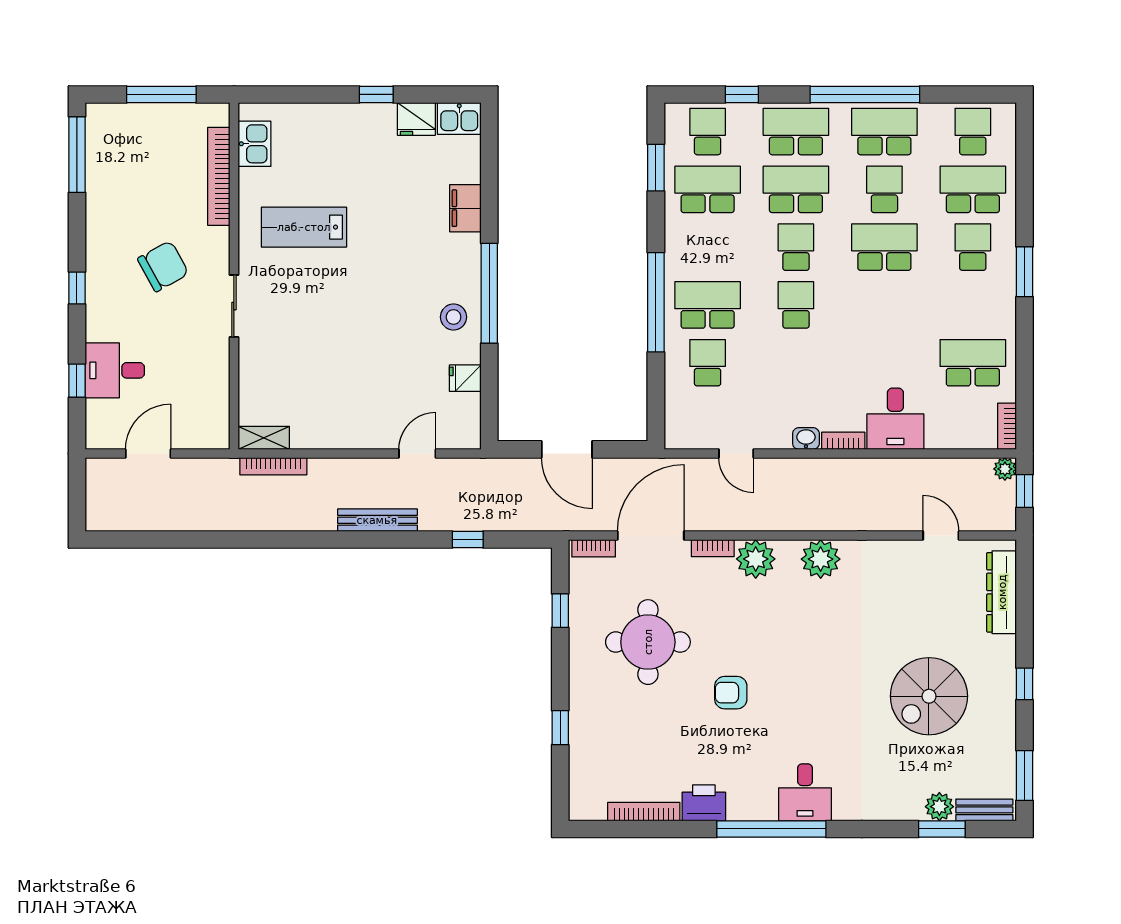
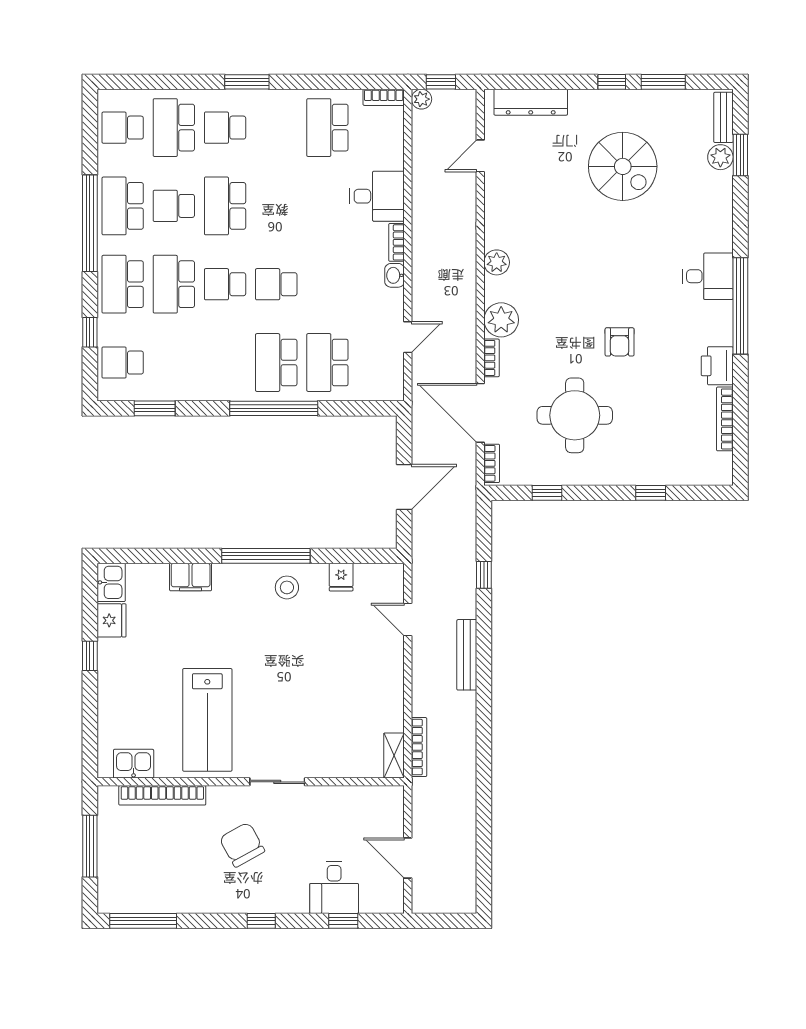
school desk: (708, 189) -> (174, 363), removed
lab bench: (304, 227) -> (207, 720), width x1.36, depth x1.39
school desk: (708, 363) -> (327, 363), width x1.85
plant: (821, 559) -> (497, 262), width x0.73, depth x0.73
window: (1024, 776) -> (663, 82), moved

